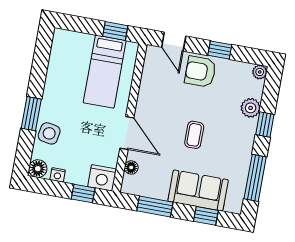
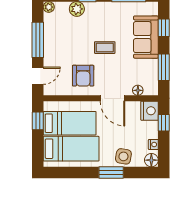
window: (220, 50) -> (38, 40), width x2.17
bed: (71, 68) -> (71, 149), added
armchair: (200, 72) -> (83, 76), moved
door: (127, 133) -> (113, 98), swing flipped

